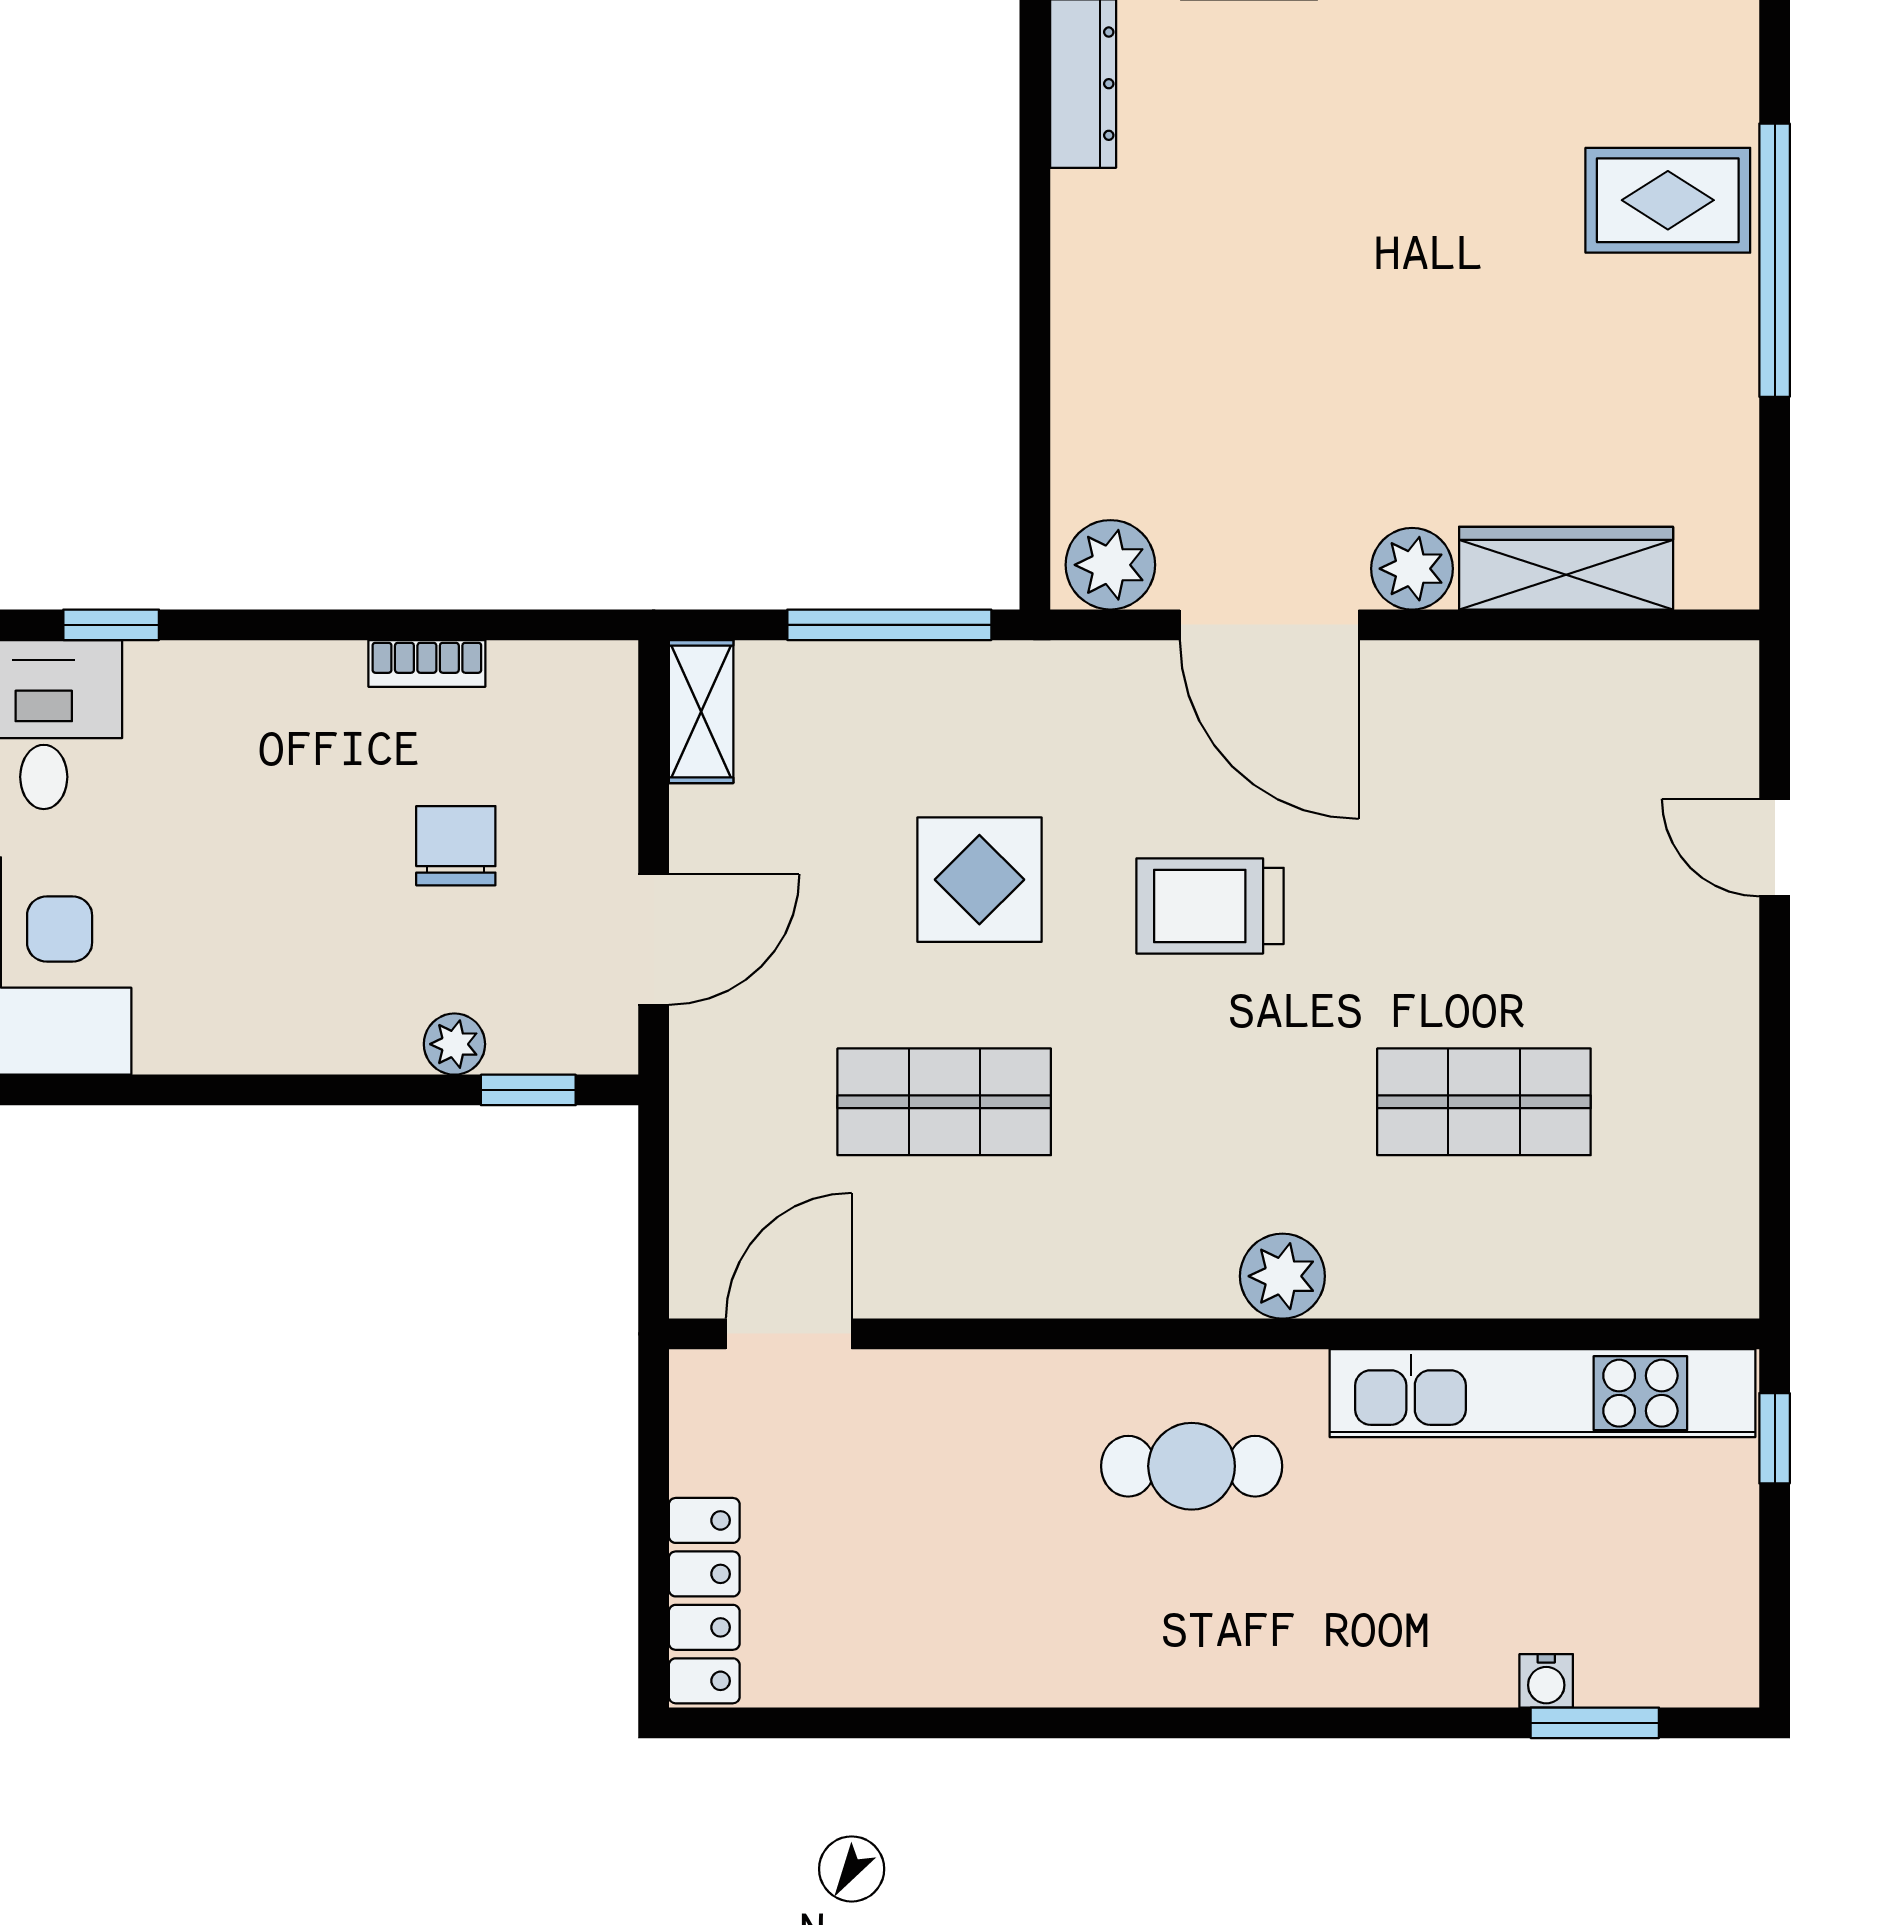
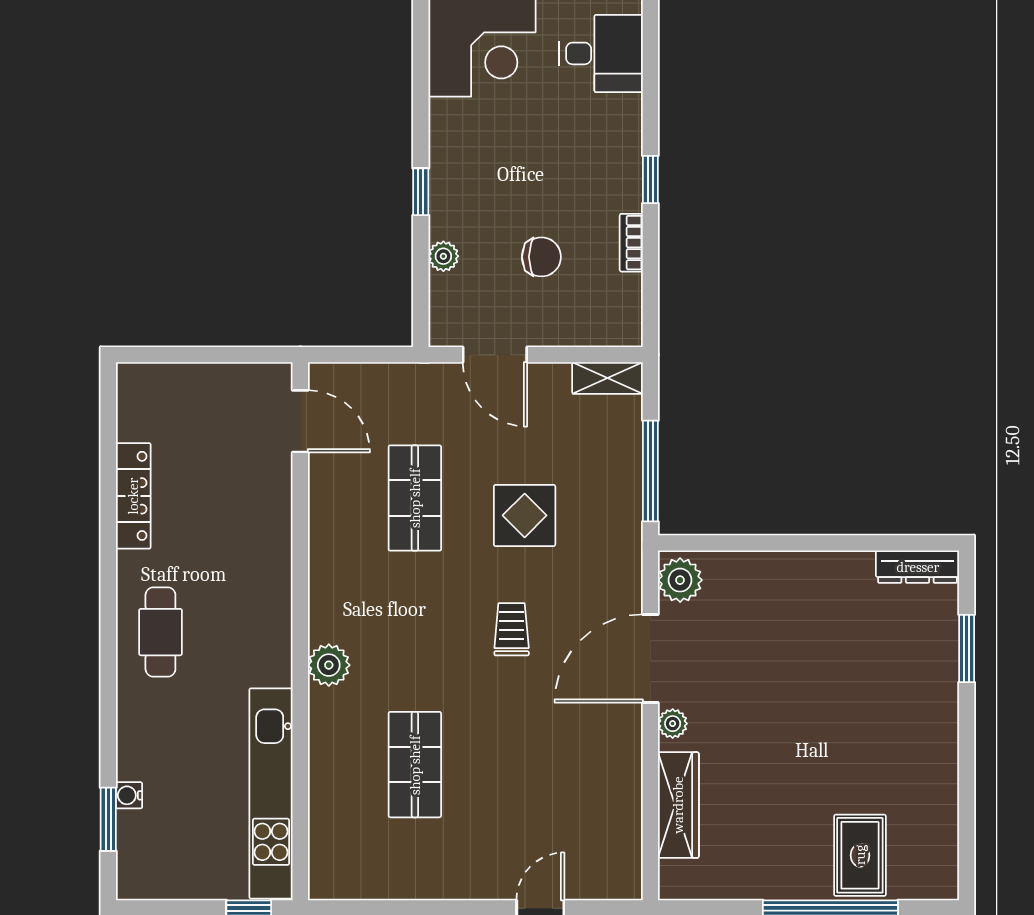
plant: (1412, 569) -> (673, 724), width x0.73, depth x0.73
window: (111, 625) -> (650, 179), moved
trolley: (1210, 906) -> (512, 629), width x0.73, depth x0.72
window: (528, 1090) -> (421, 192), moved
cafe table: (1192, 1466) -> (160, 632), moved
locker: (704, 1601) -> (133, 496), moved, turned -90

